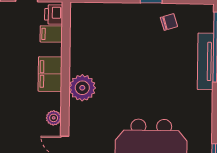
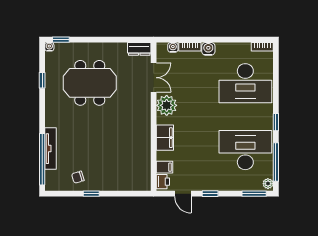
plant: (82, 88) -> (141, 128), removed
plant: (54, 118) -> (167, 105), width x1.88, depth x1.88

